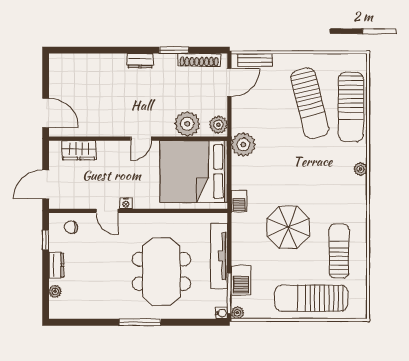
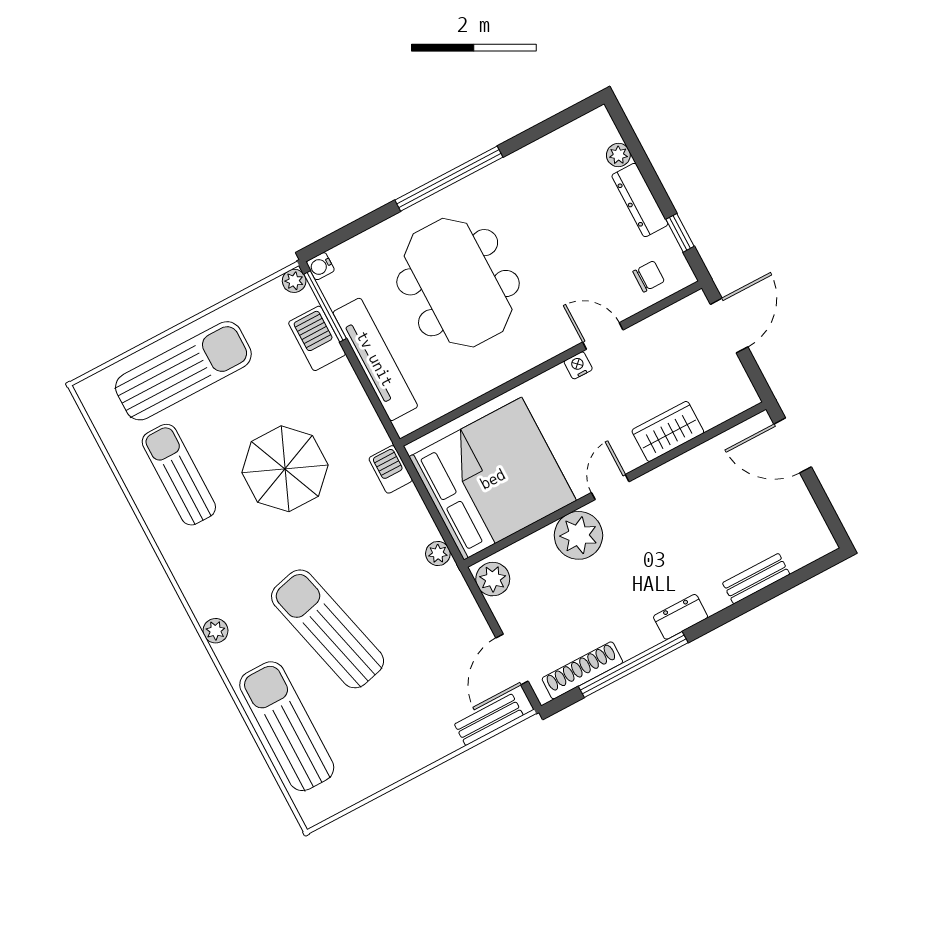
window: (174, 50) -> (633, 664), width x2.11
bench: (96, 60) -> (756, 579), added
sun lounger: (310, 103) -> (328, 629), moved
plant: (187, 124) -> (578, 535), moved
plant: (243, 145) -> (438, 554), width x0.53, depth x0.53
wardrobe: (79, 150) -> (668, 431), moved
sun lounger: (339, 251) -> (179, 475), turned 180
dresser: (56, 265) -> (640, 200), width x1.44
window: (140, 322) -> (449, 179), width x1.46

